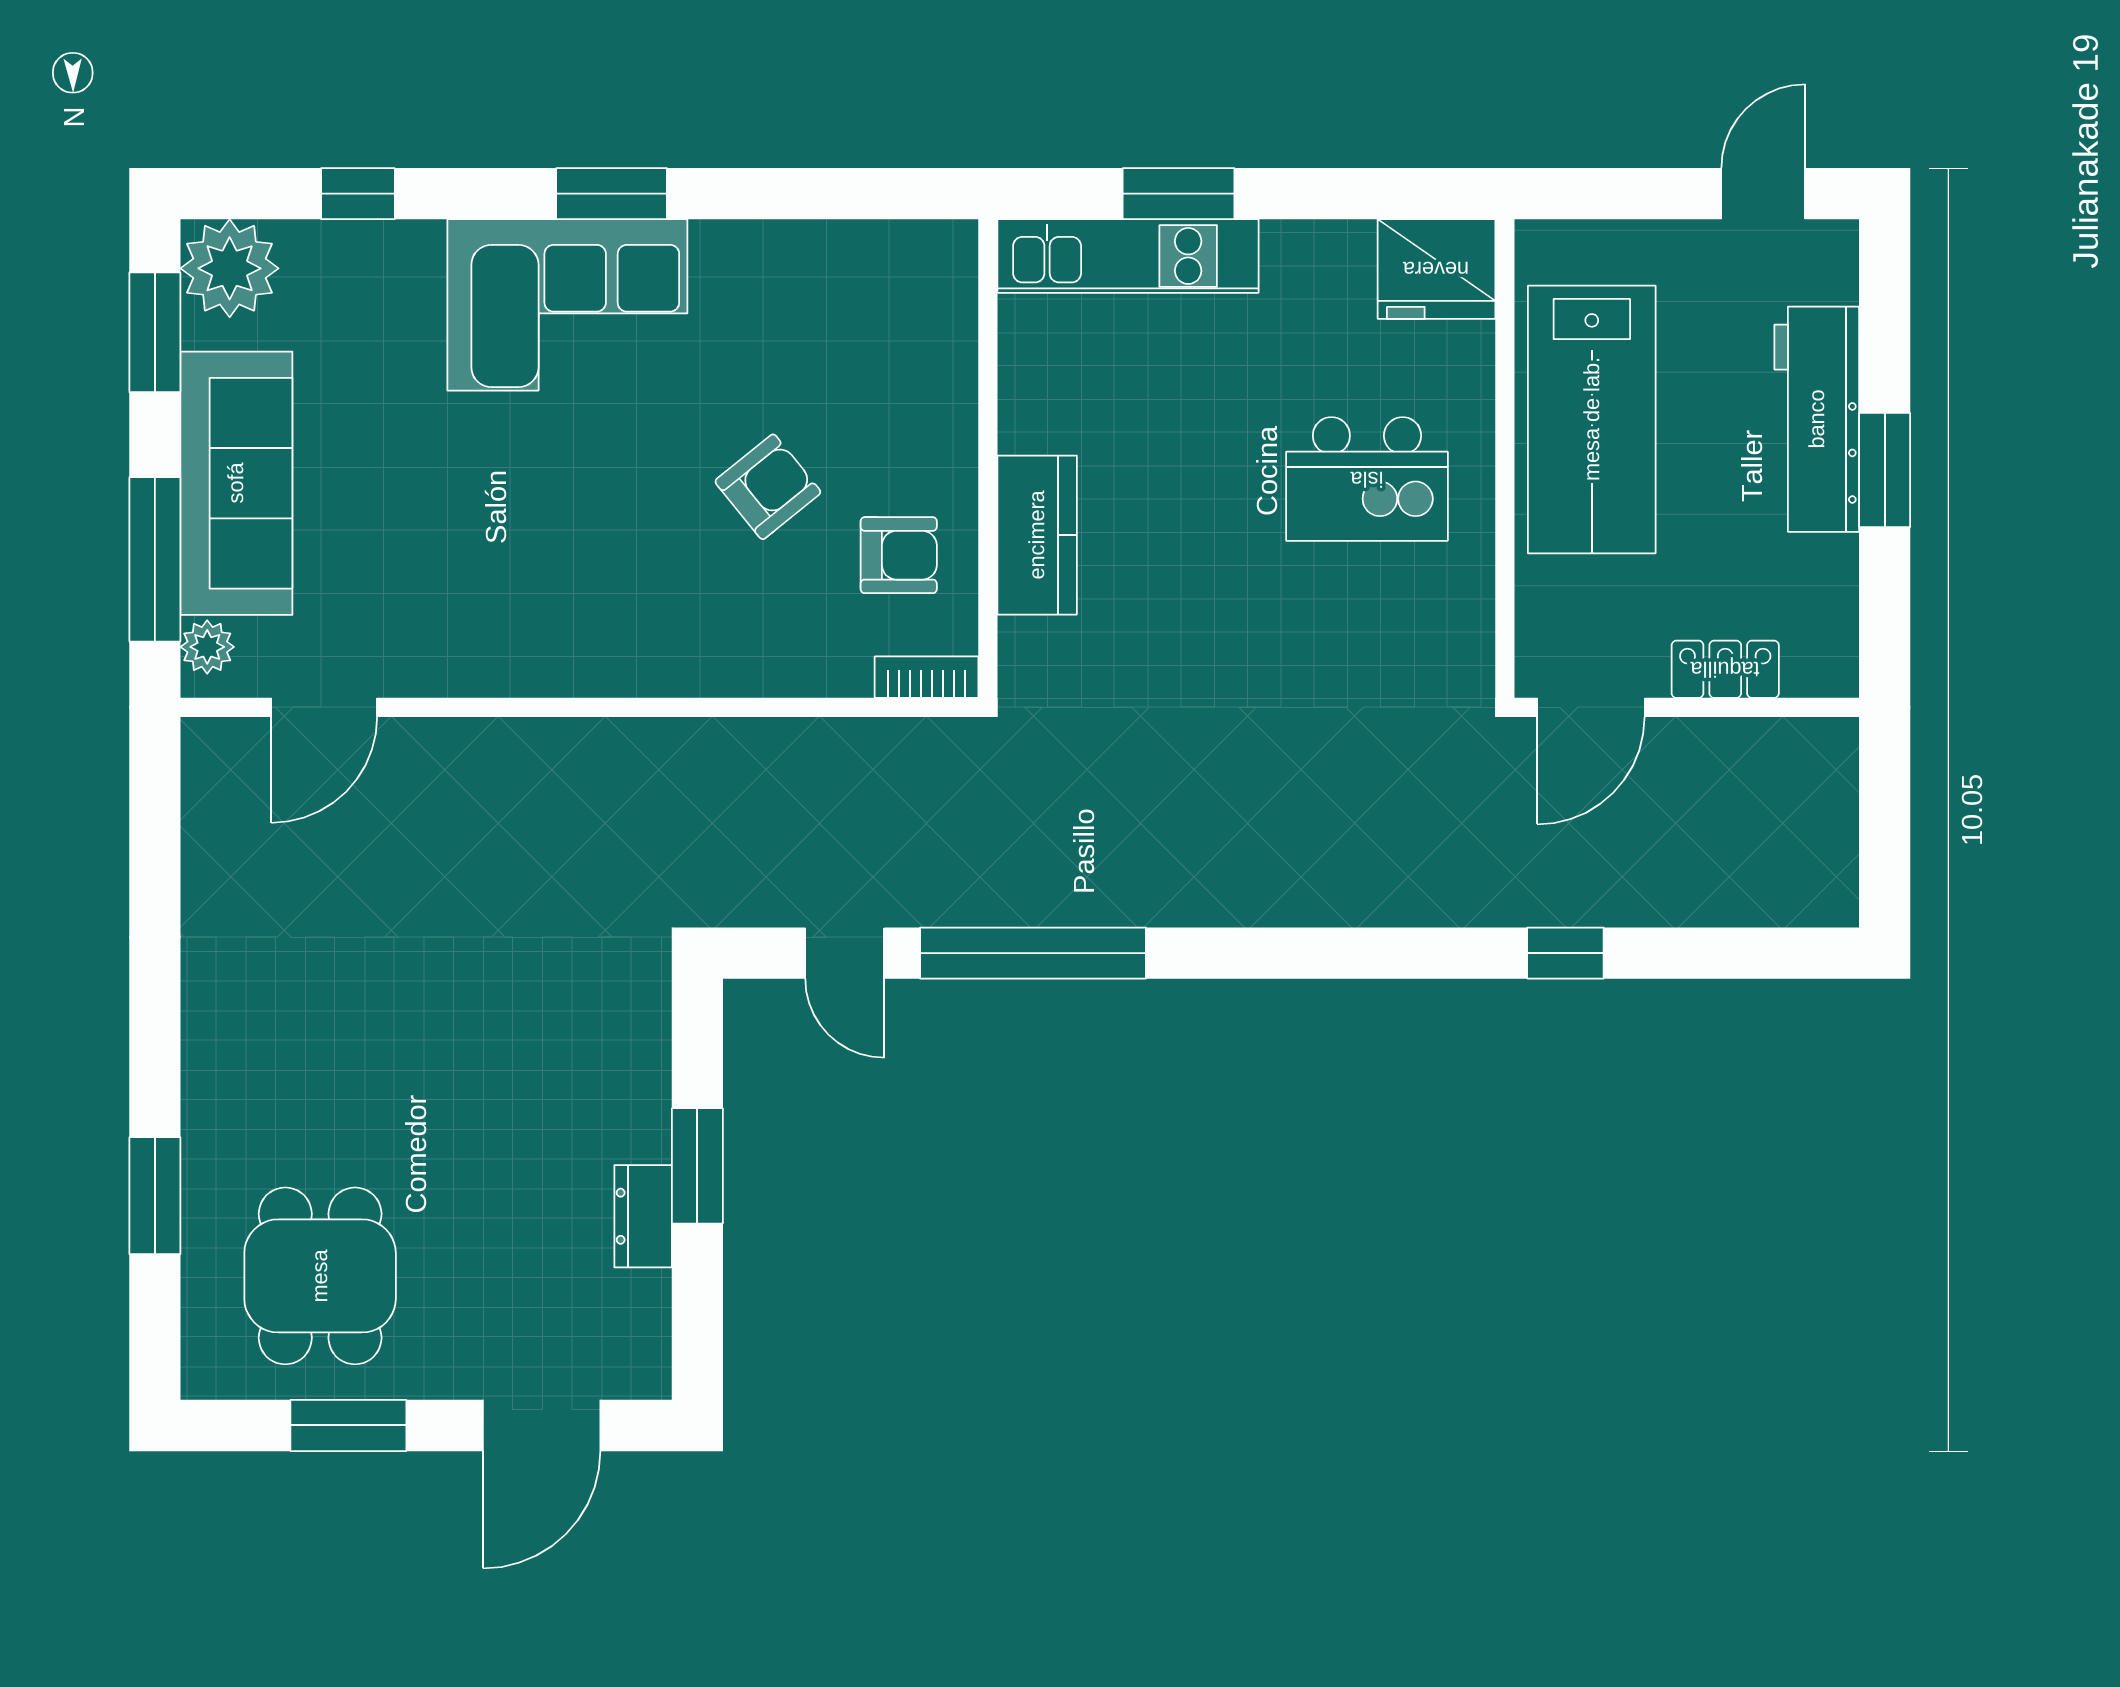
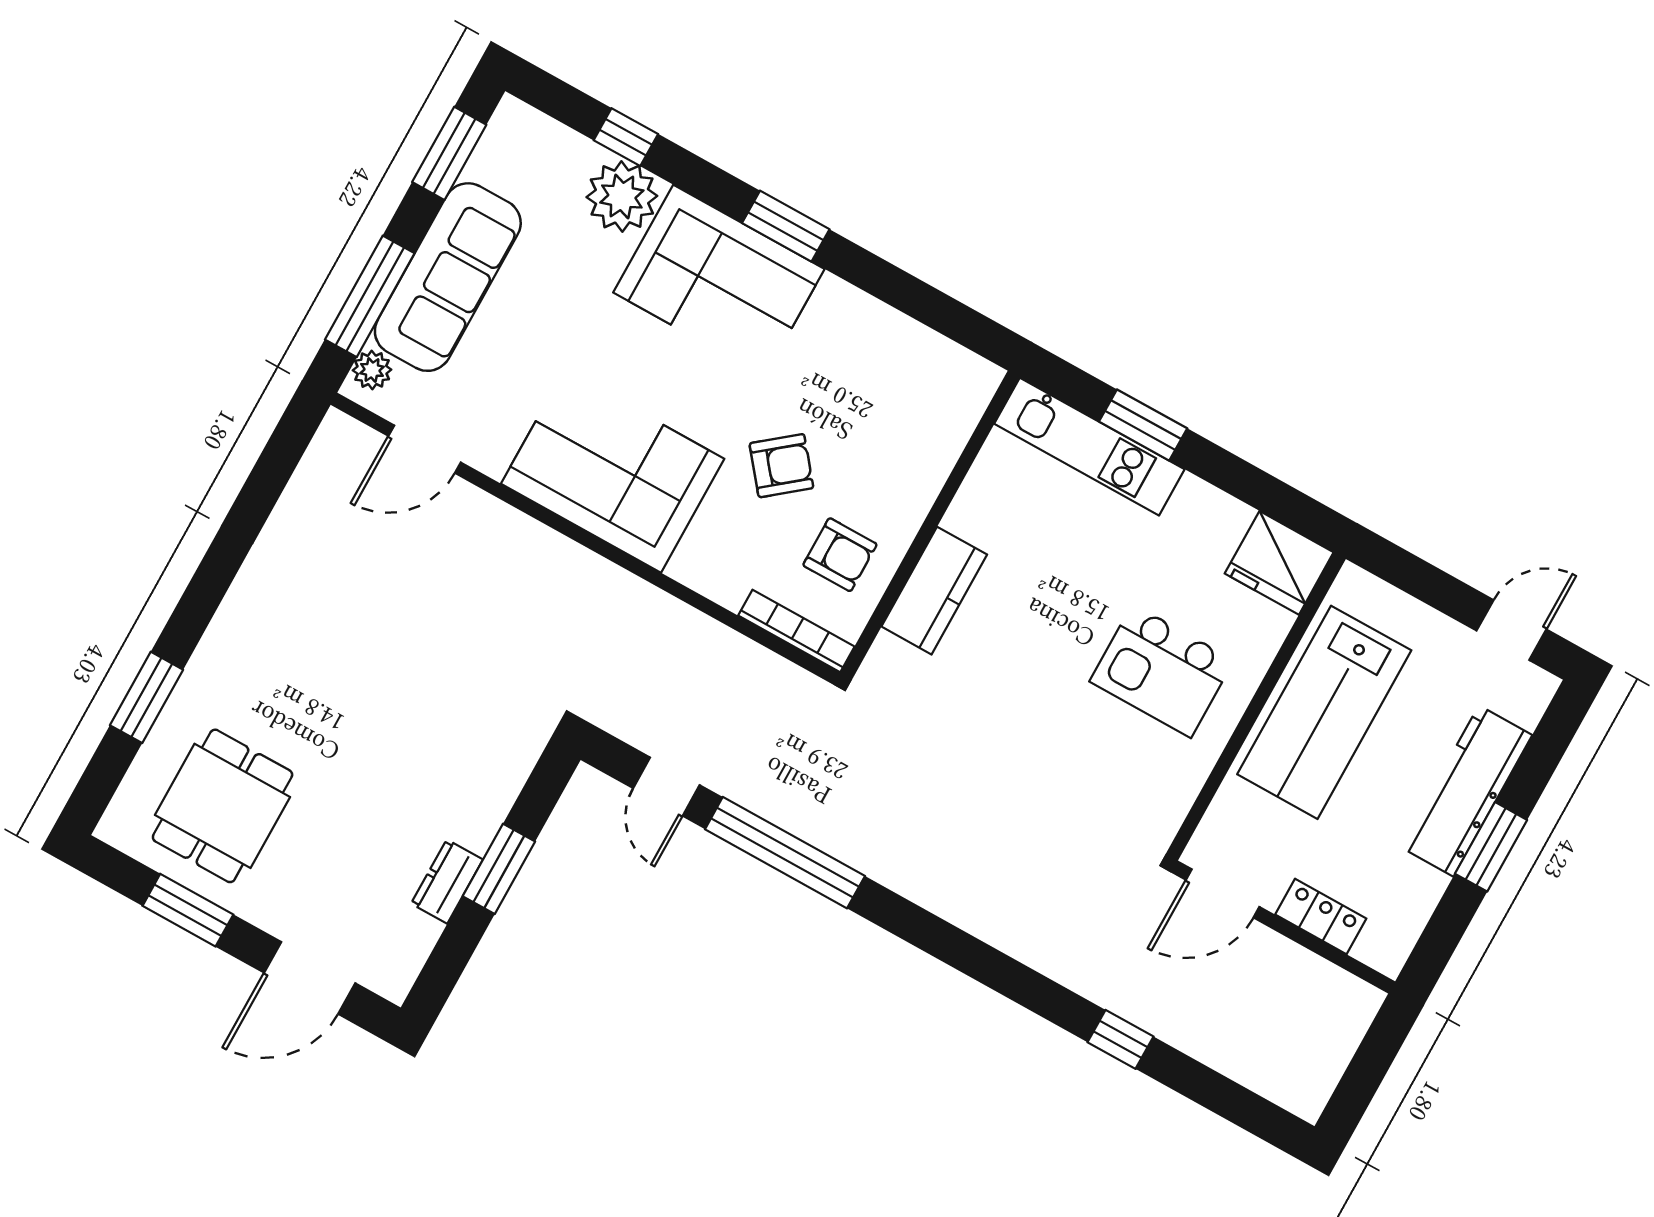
plant: (230, 268) -> (622, 197), moved
corner sofa: (567, 607) -> (613, 471), added
bookcase: (926, 677) -> (796, 631), width x1.56

